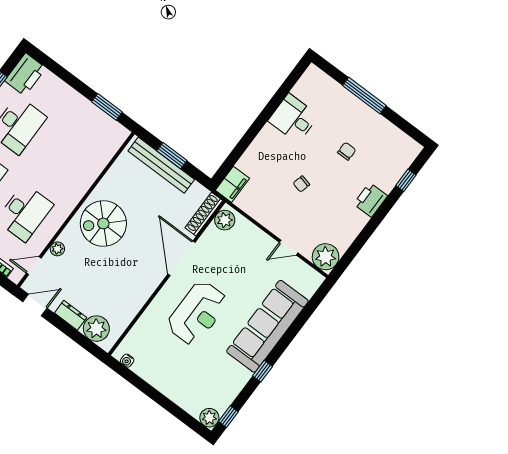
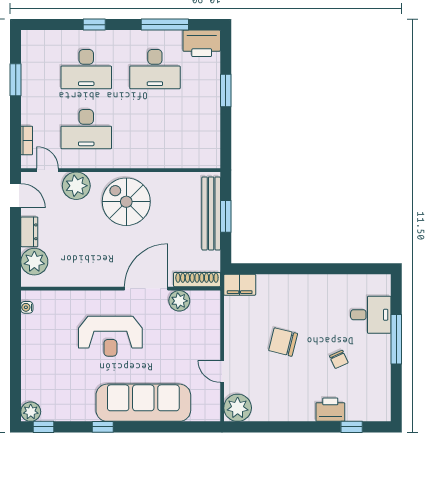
window: (107, 107) -> (226, 91), moved
desk: (293, 118) -> (371, 315), moved, turned 90
chair: (347, 151) -> (339, 359), turned 66
chair: (301, 184) -> (283, 342), width x1.87, depth x1.87
printer: (371, 200) -> (330, 410), moved
plant: (225, 220) -> (179, 301), moved
plant: (57, 249) -> (76, 186), width x1.88, depth x1.88

